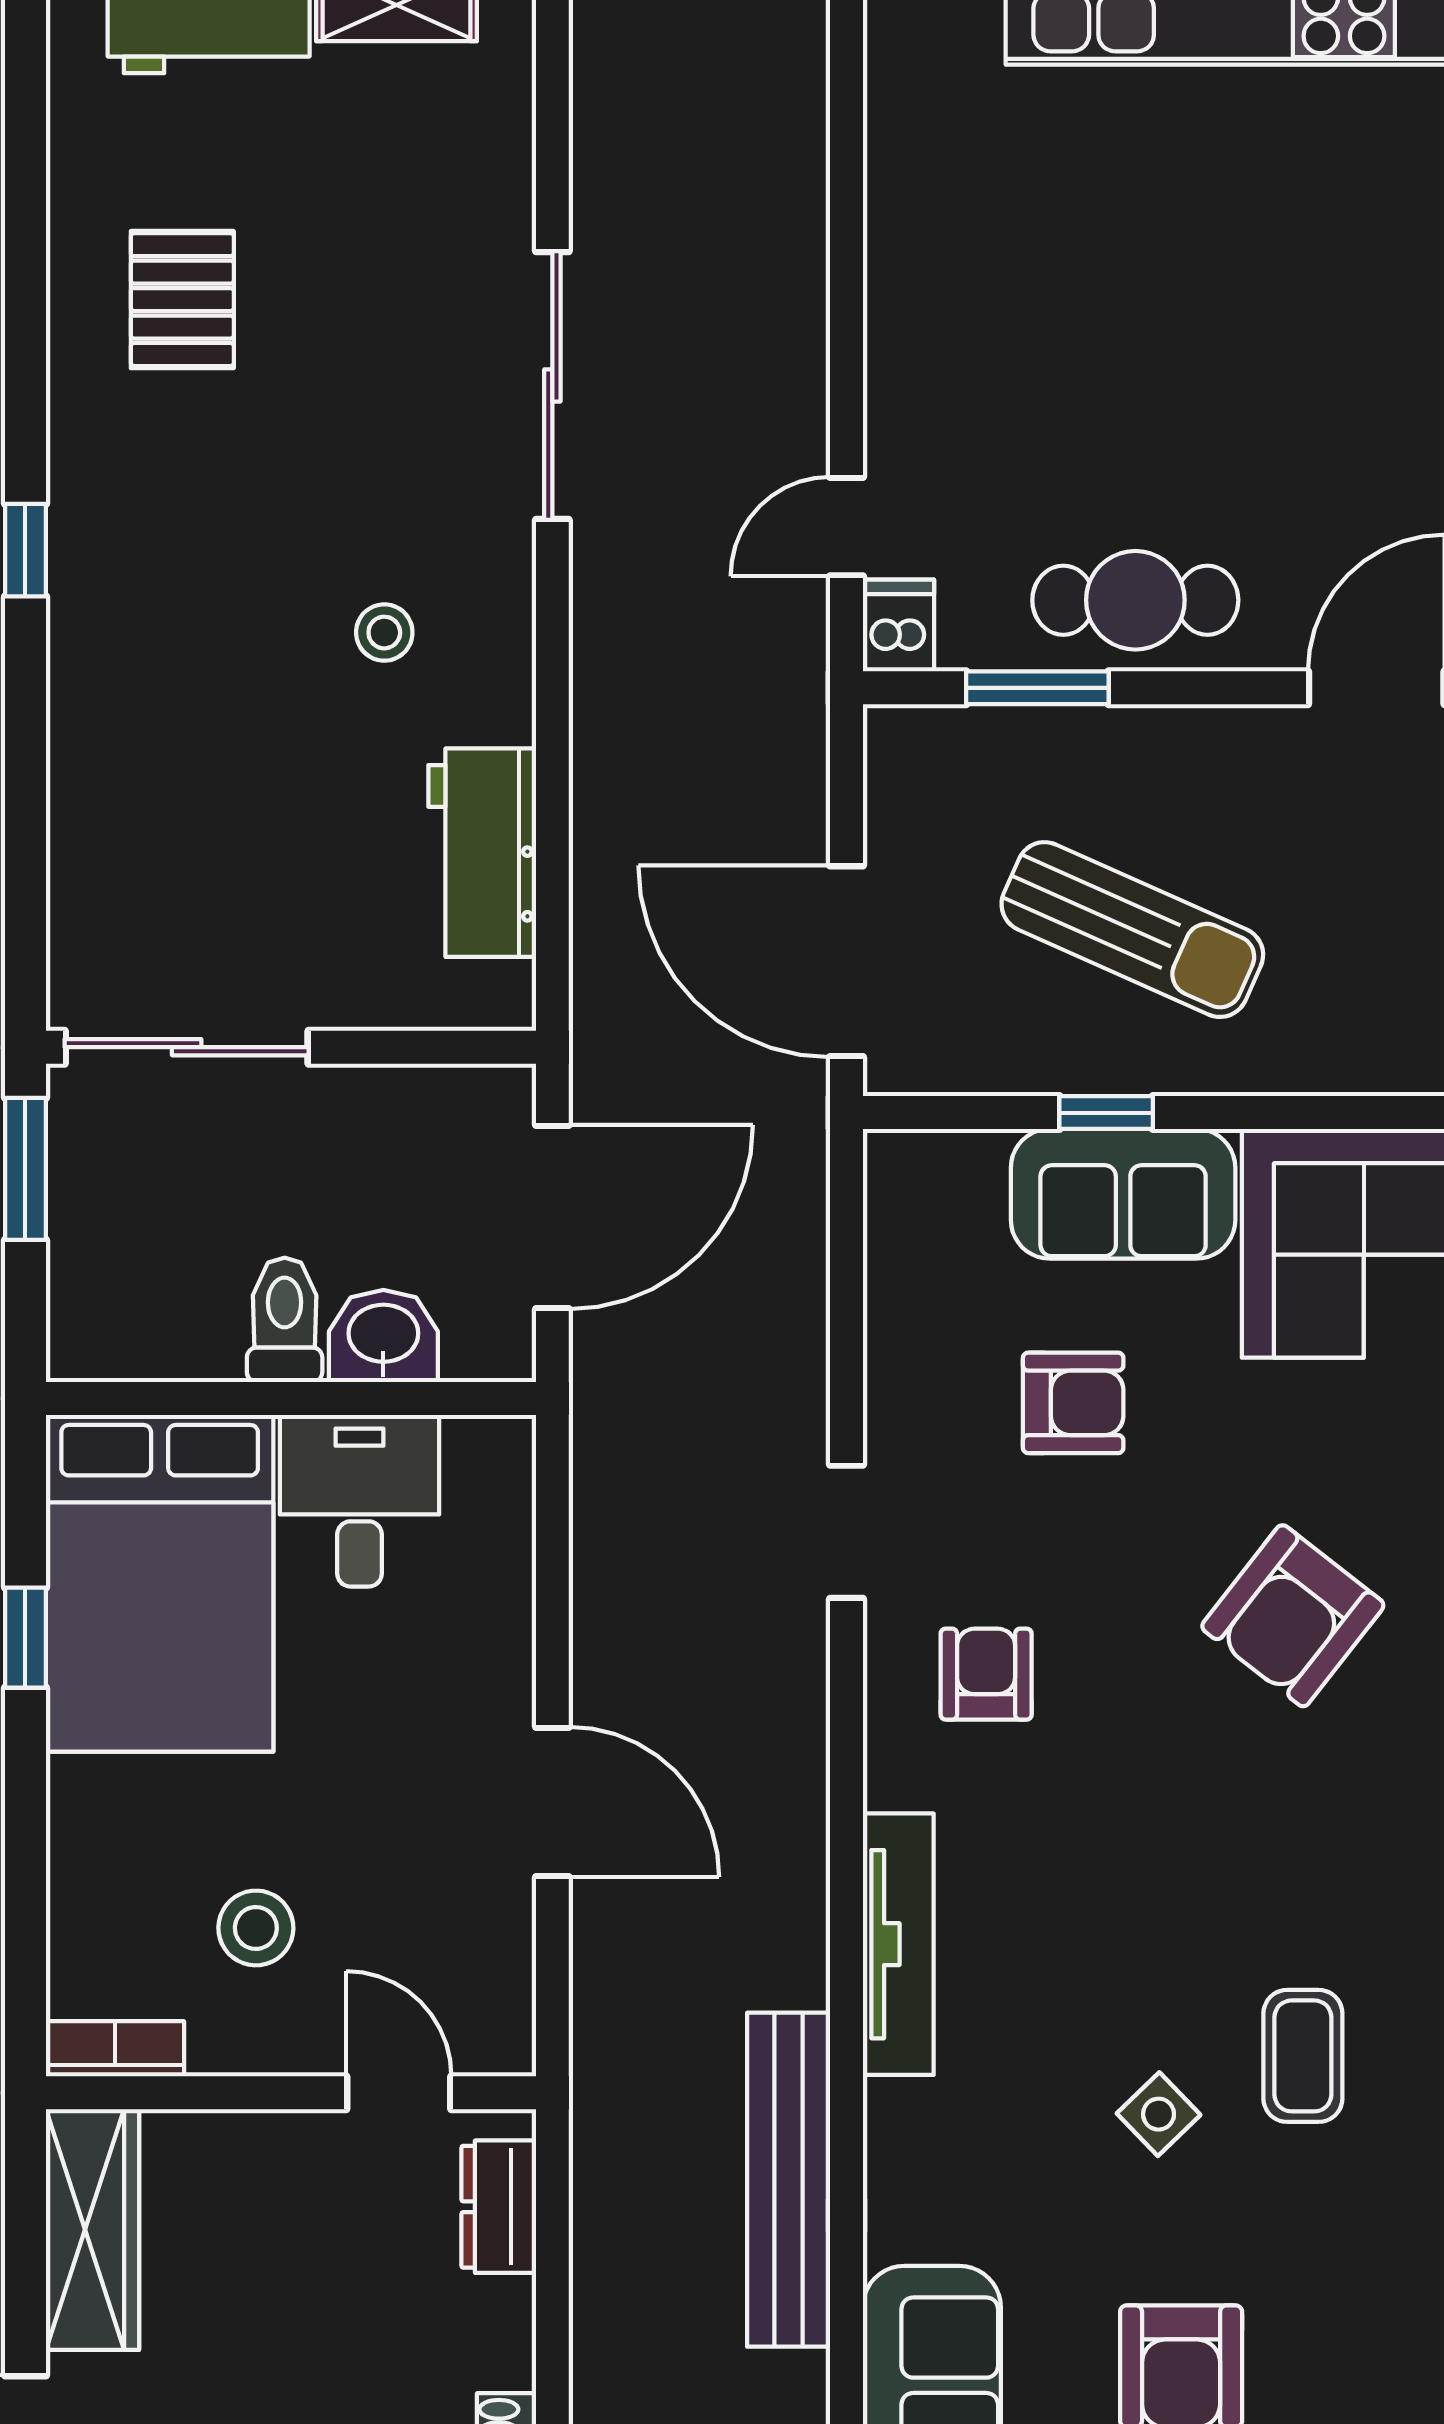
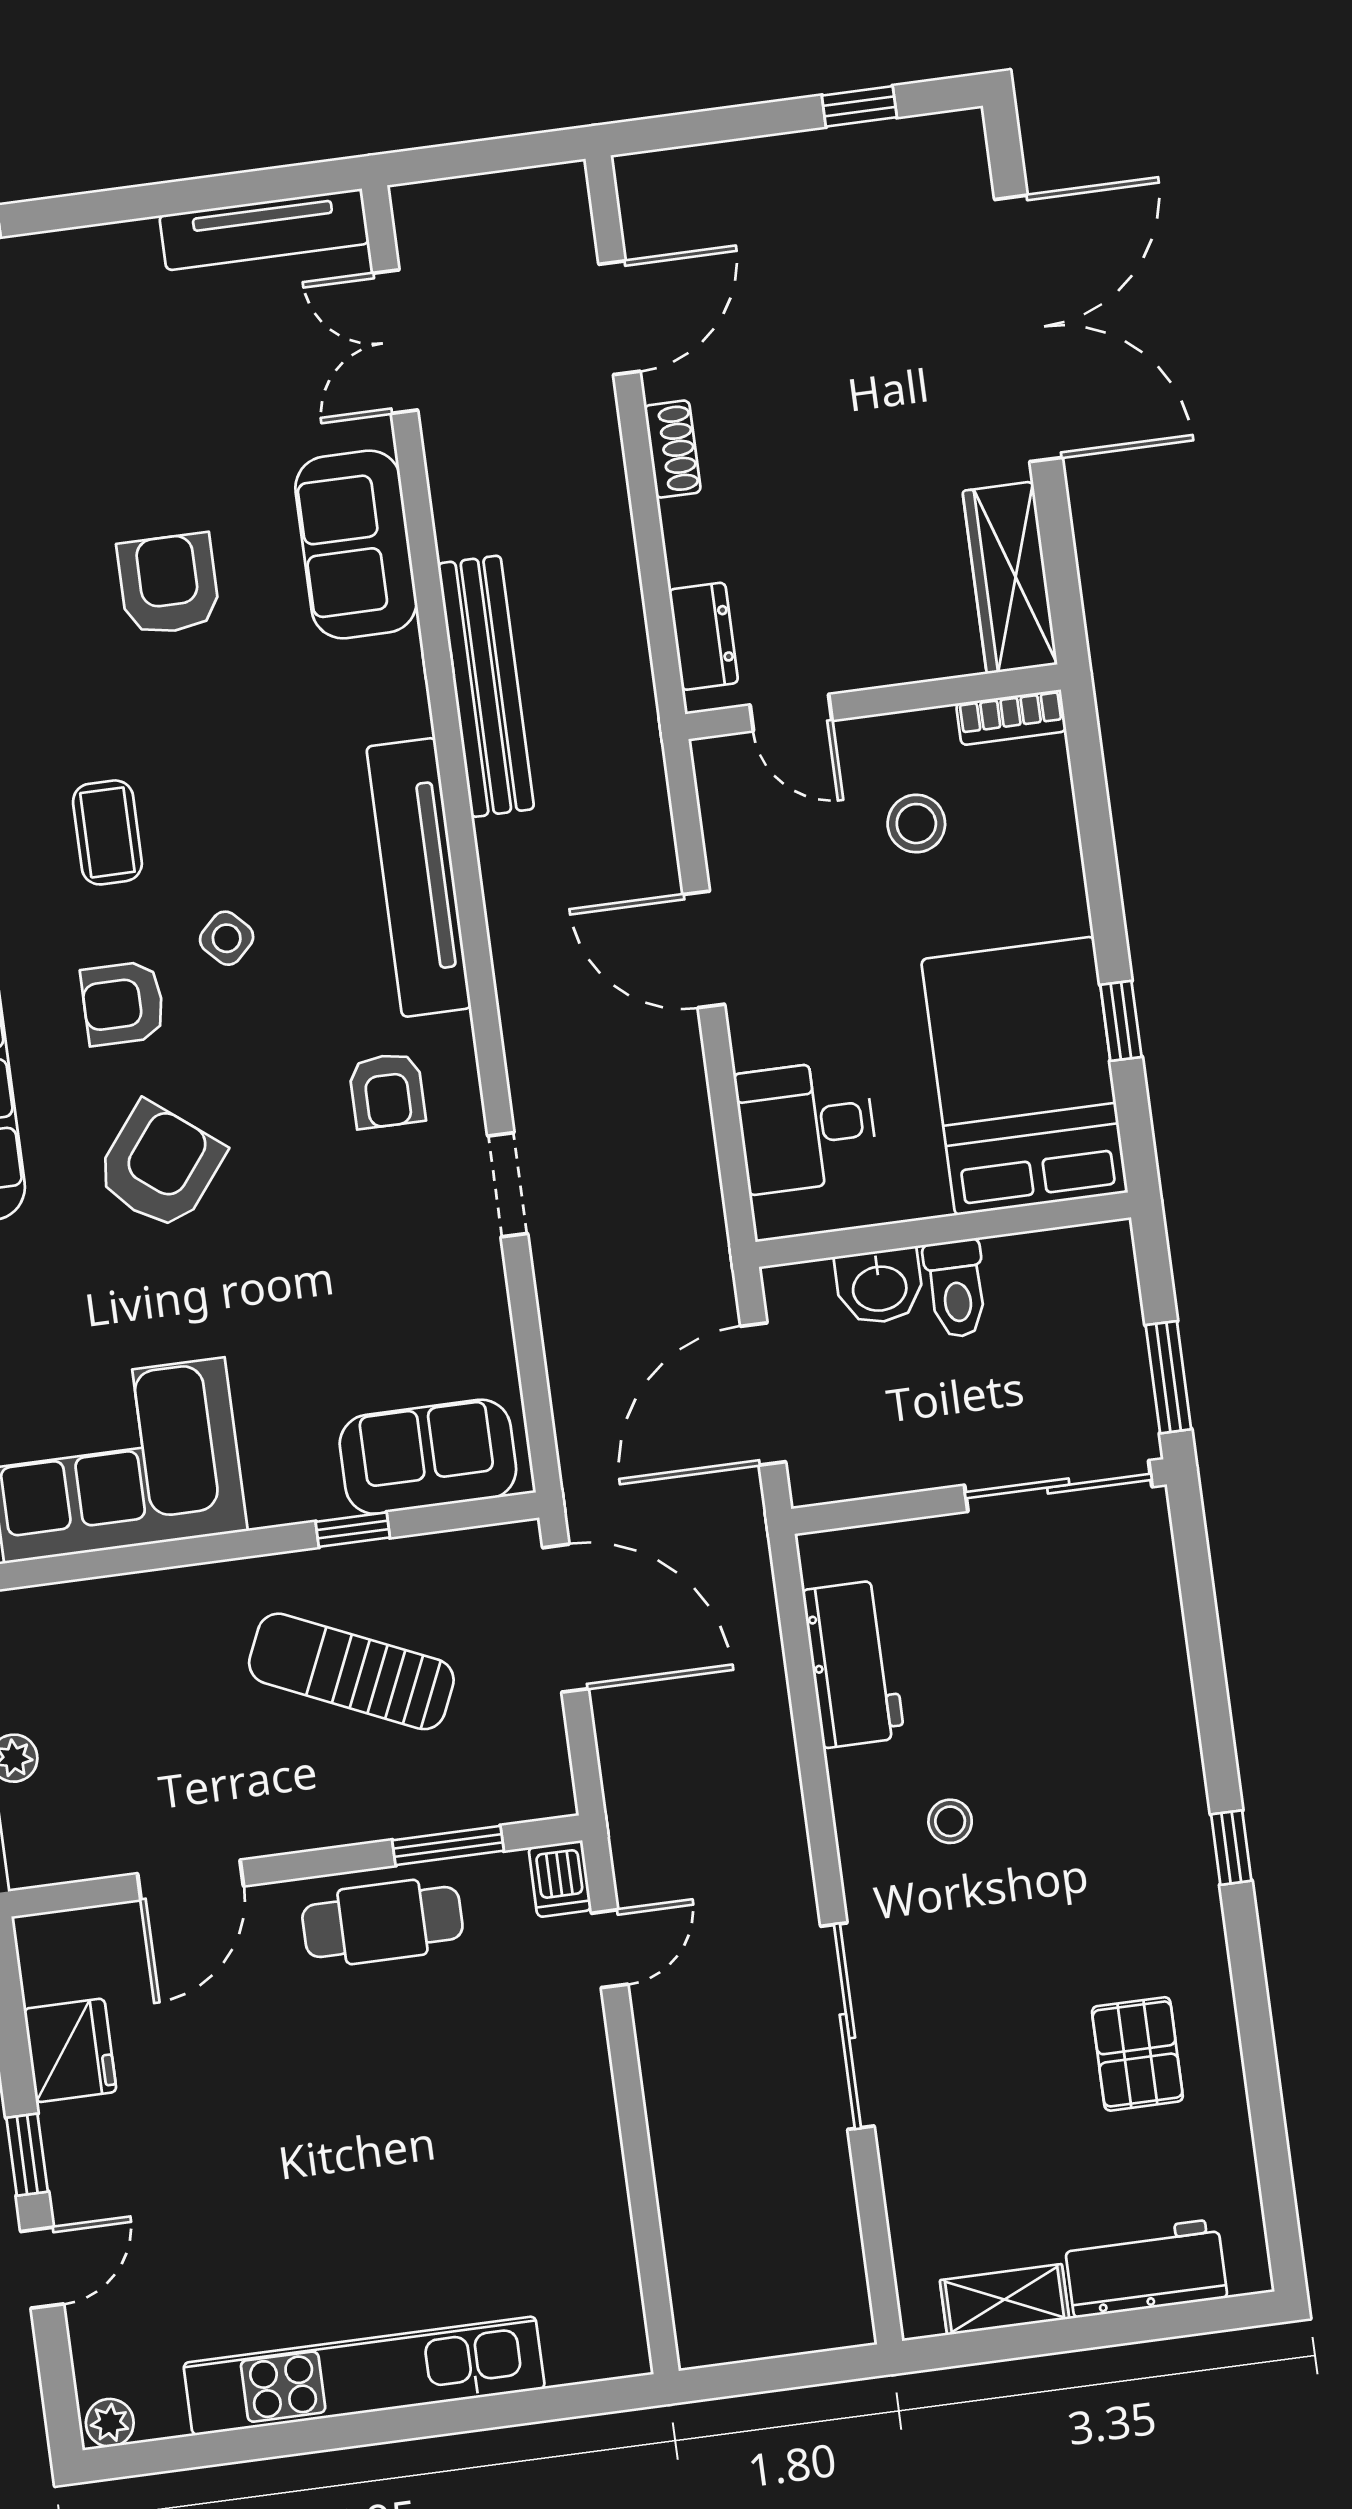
sofa: (1123, 1194) -> (428, 1457), moved
armchair: (1073, 1403) -> (123, 1003), moved
desk: (360, 1501) -> (806, 1126), moved, turned 90
tv unit: (898, 1944) -> (419, 877), width x1.36, depth x1.29
side table: (1159, 2114) -> (227, 938), moved

